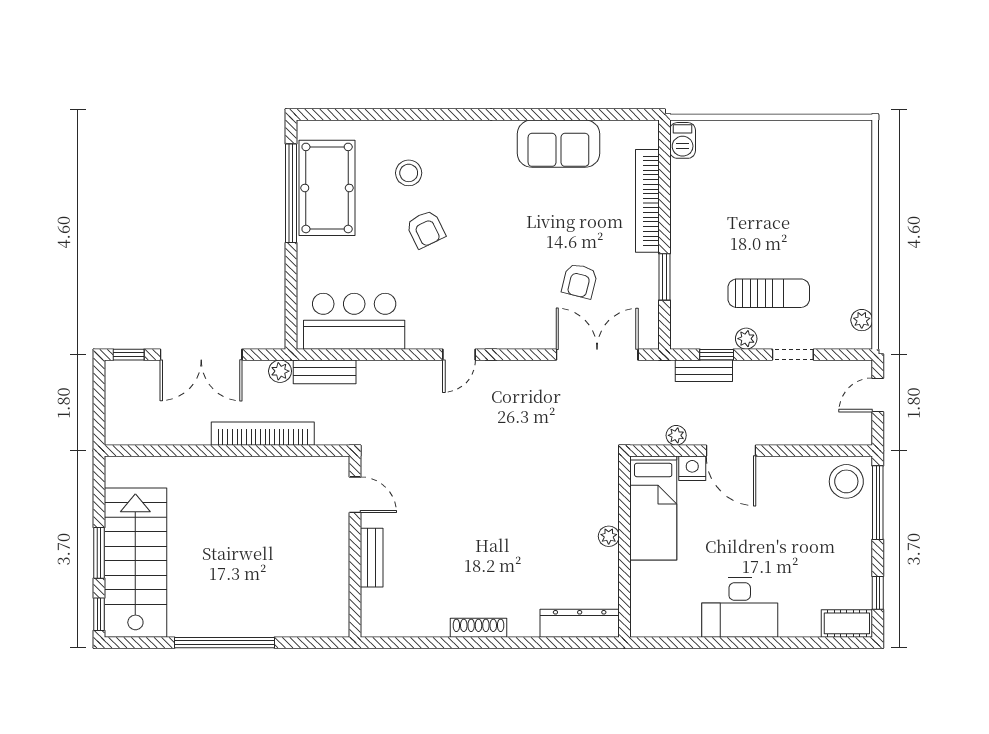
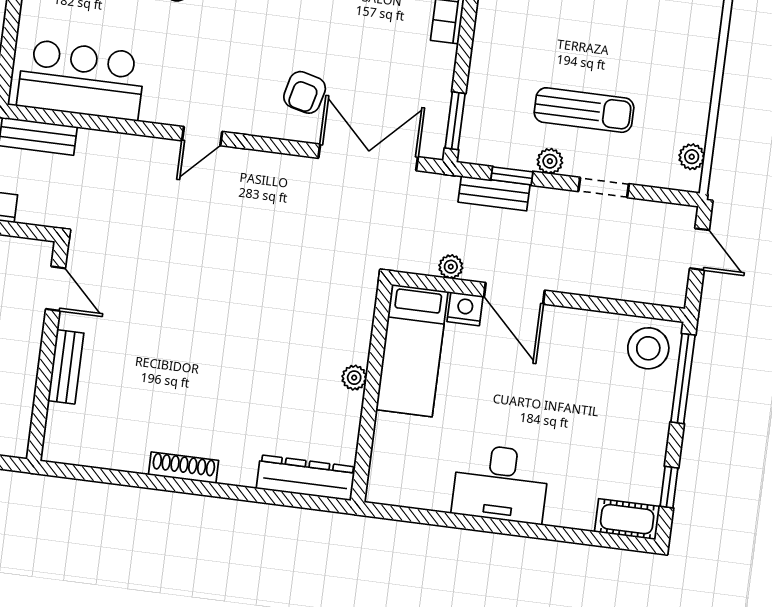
window: (664, 277) -> (455, 121), moved
armchair: (580, 281) -> (305, 92), moved
door: (878, 395) -> (699, 249), swing flipped

